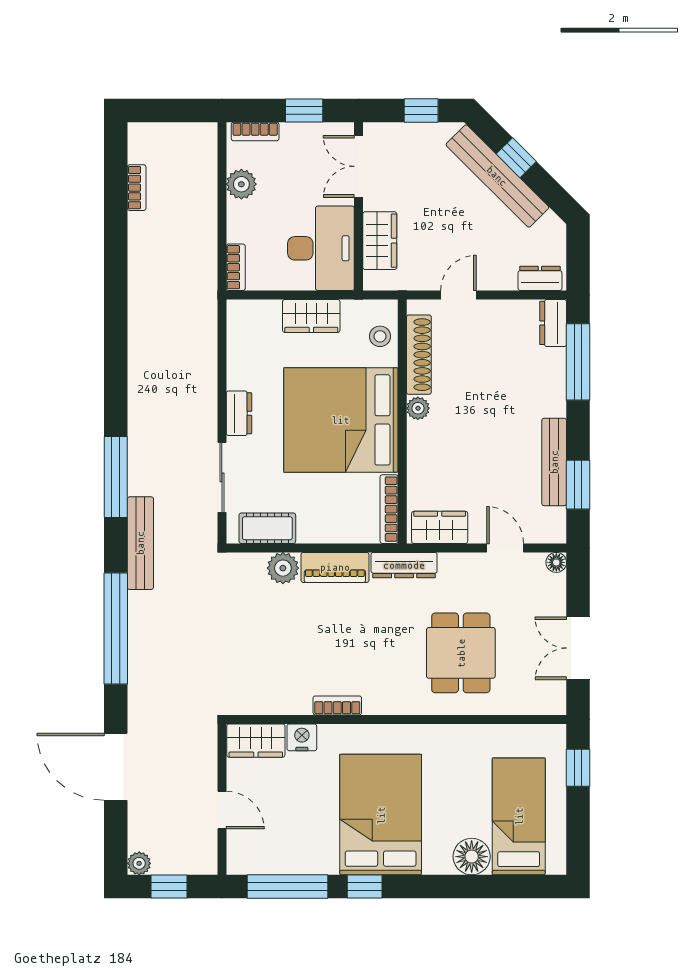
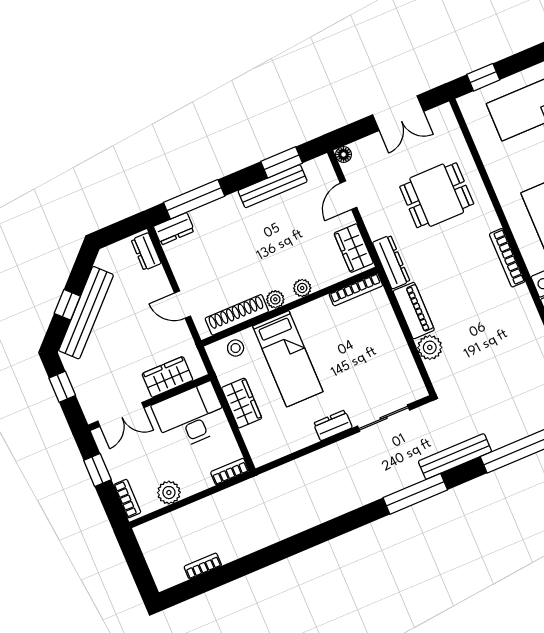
bed: (341, 420) -> (288, 359), width x0.49
plant: (418, 446) -> (302, 288), added
cot: (267, 528) -> (406, 371), removed
bookcase: (337, 705) -> (507, 258), width x1.56

